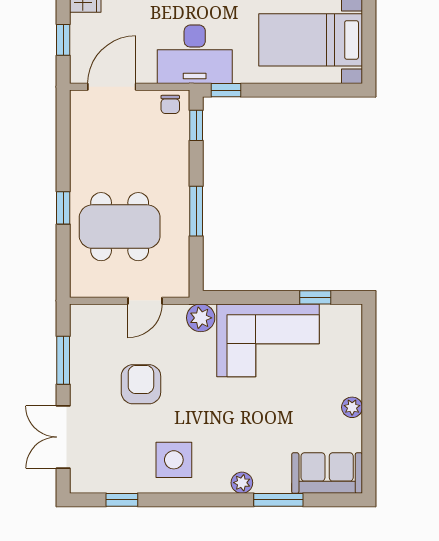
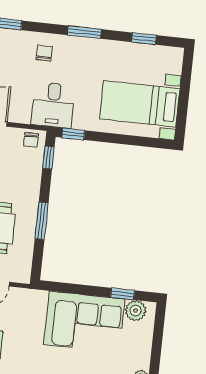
desk: (195, 54) -> (53, 105), width x0.73
plant: (201, 318) -> (136, 311), moved

